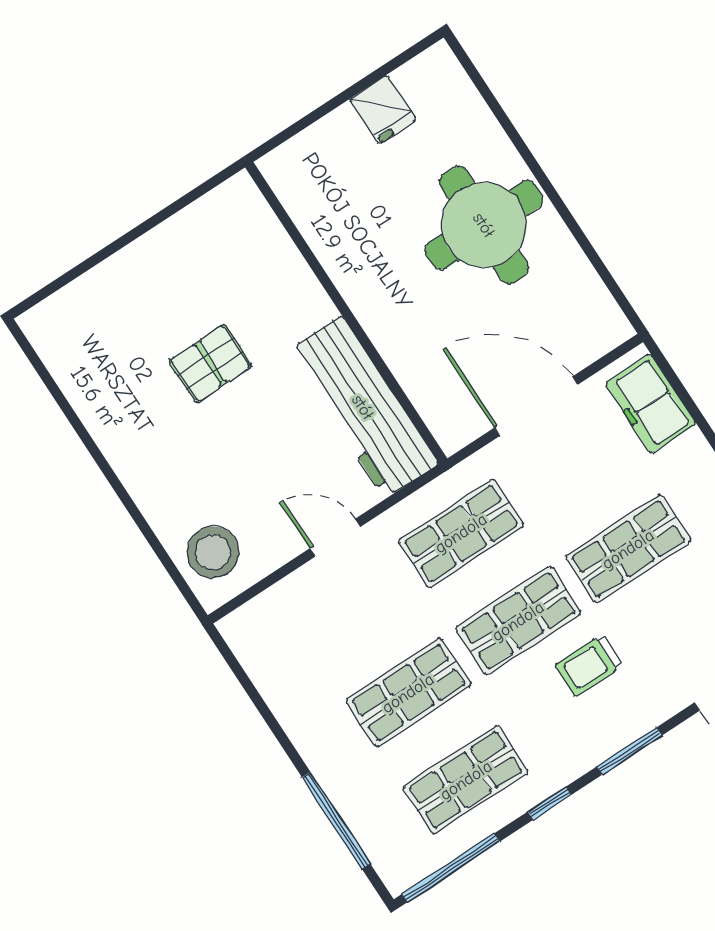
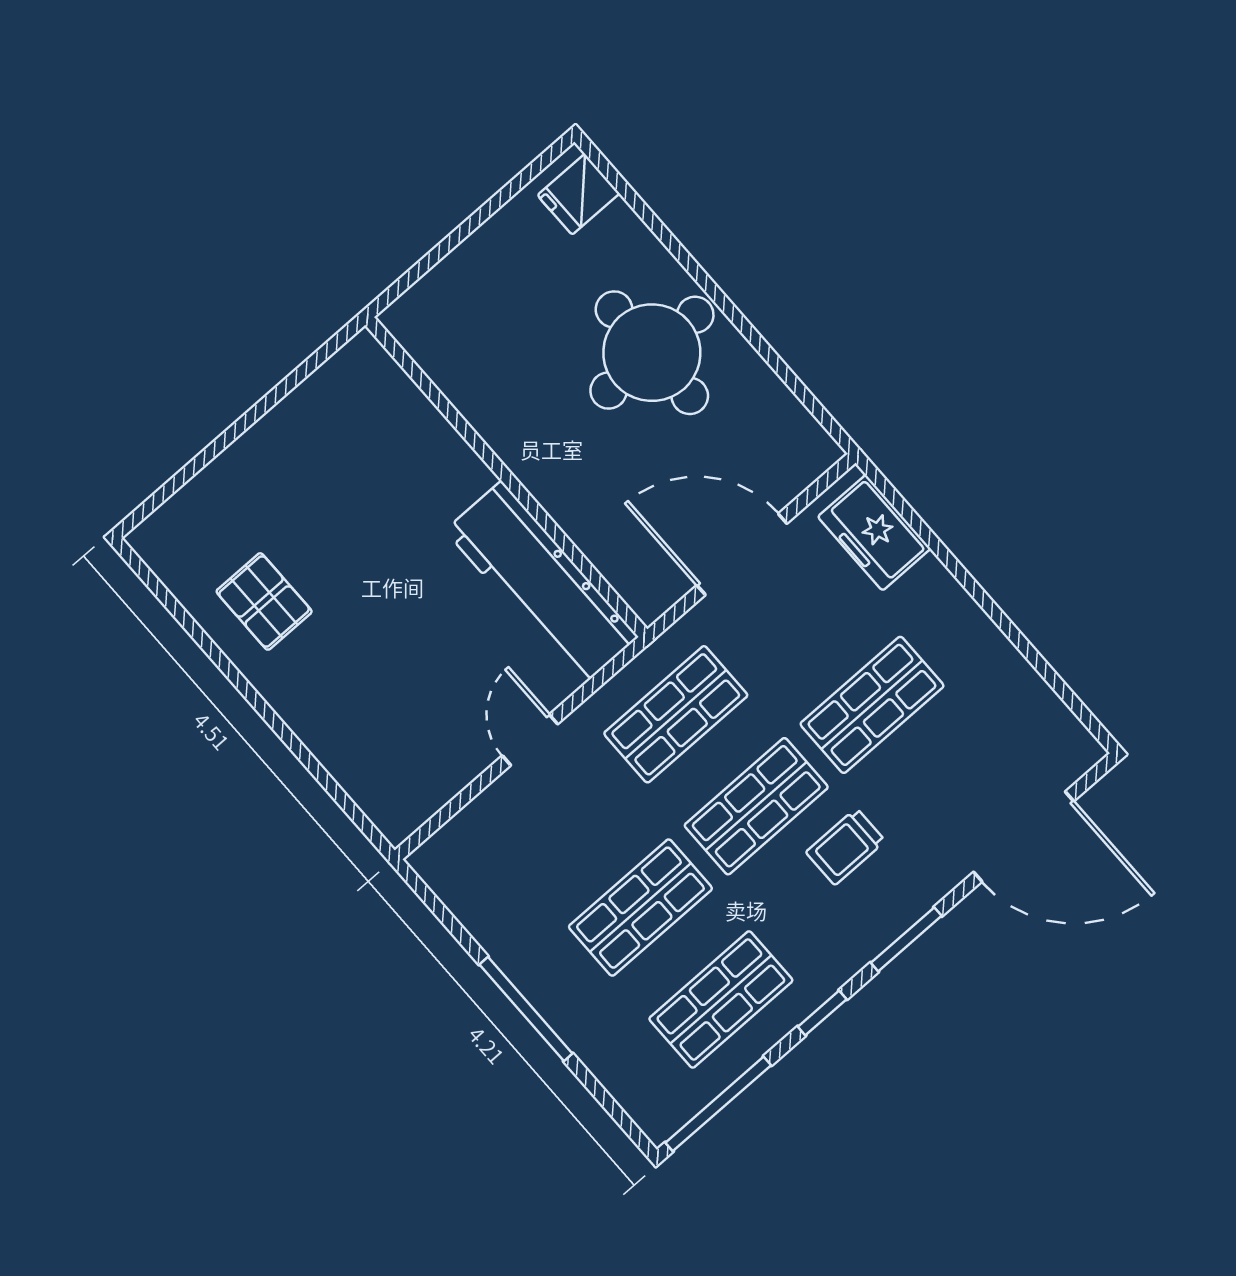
fridge: (383, 109) -> (579, 194), moved, turned 90
pallet: (210, 363) -> (264, 601), moved, turned 90
door: (335, 538) -> (530, 740), hinge flipped
stool: (213, 552) -> (391, 776), removed
window: (336, 820) -> (526, 1009), moved

